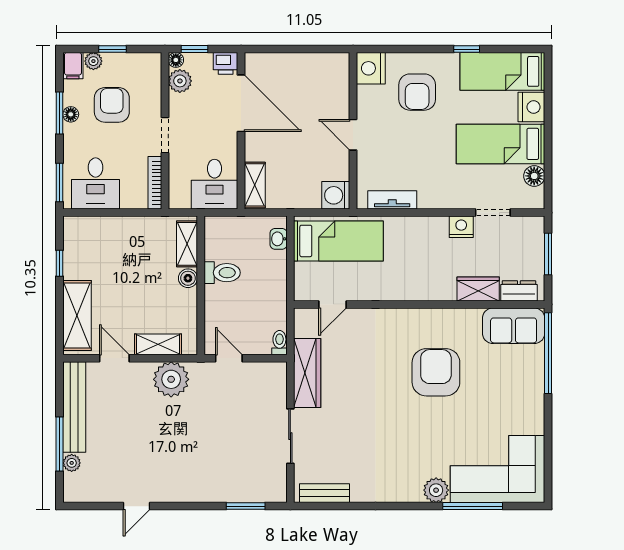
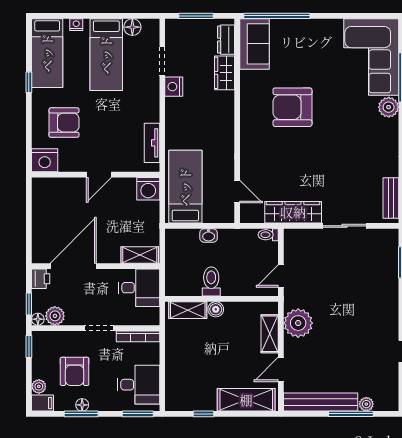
window: (112, 49) -> (29, 346), moved
armchair: (112, 105) -> (75, 371), turned -90
nightstand: (531, 107) -> (76, 25), width x0.53, depth x0.56
washbasin: (279, 239) -> (209, 236), moved

